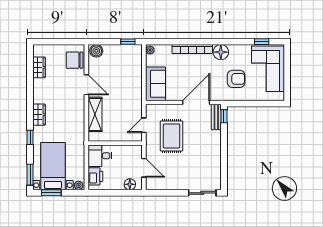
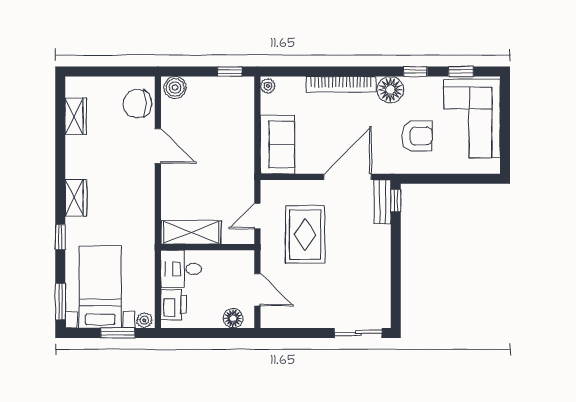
window: (235, 42) -> (415, 72), added
shelving: (95, 114) -> (191, 232), moved, turned 90
window: (51, 193) -> (118, 333), moved

